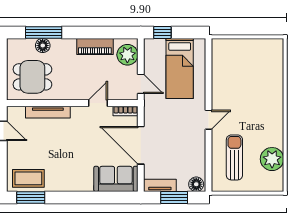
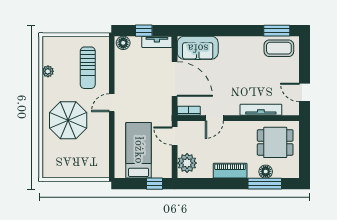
piano: (95, 46) -> (230, 171), moved
parasol: (256, 101) -> (68, 120), added
plant: (272, 159) -> (48, 71), width x0.53, depth x0.53
window: (174, 197) -> (144, 31), width x0.67

